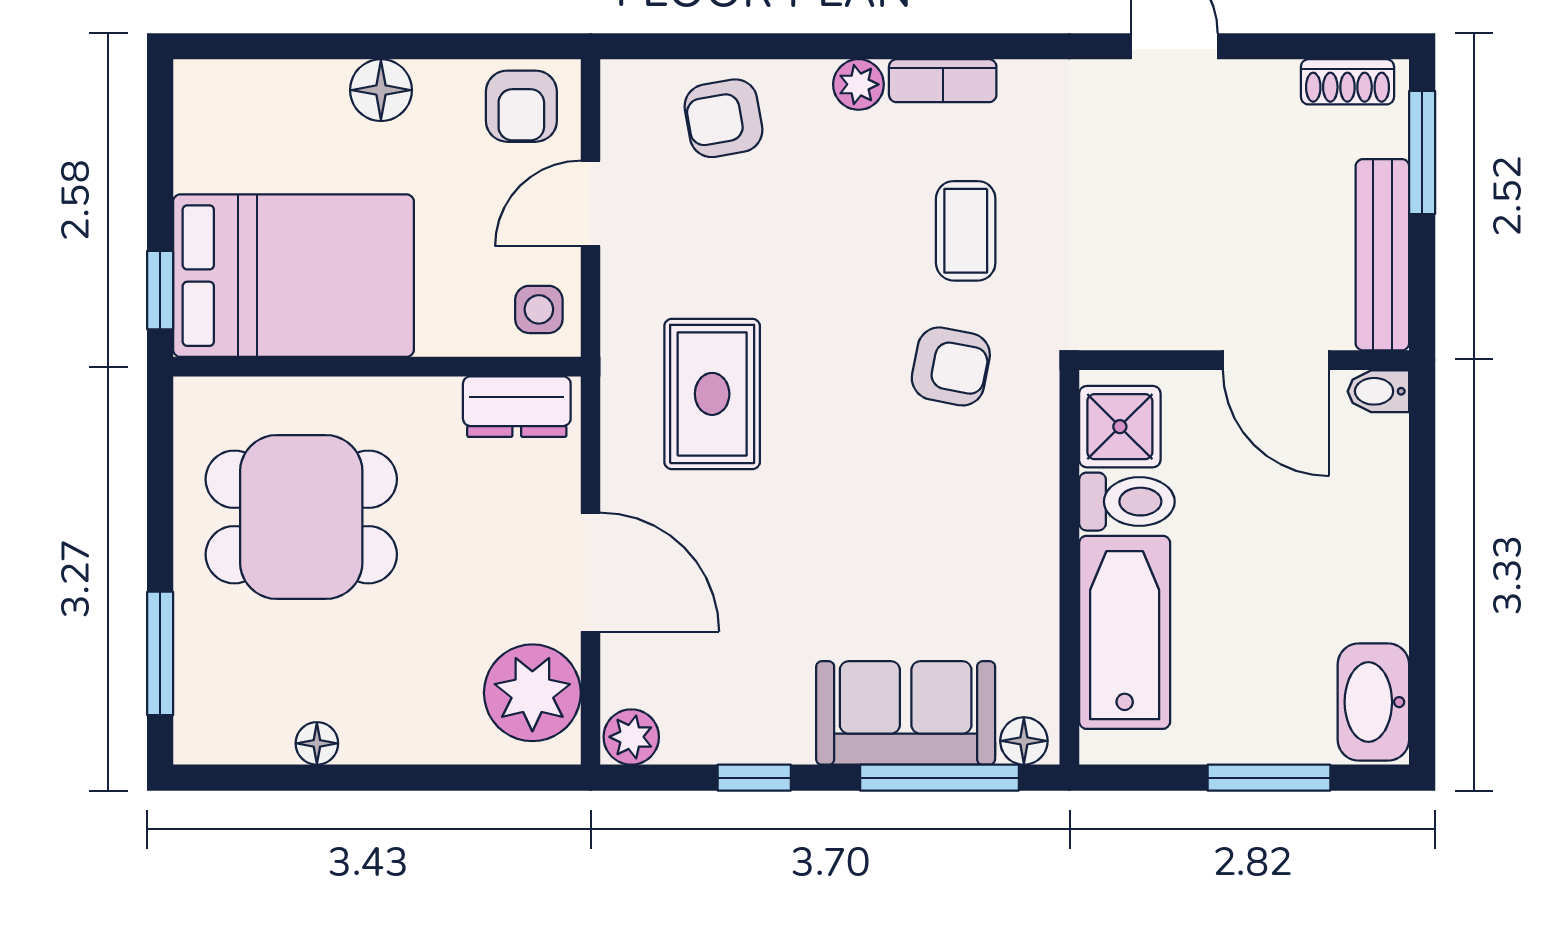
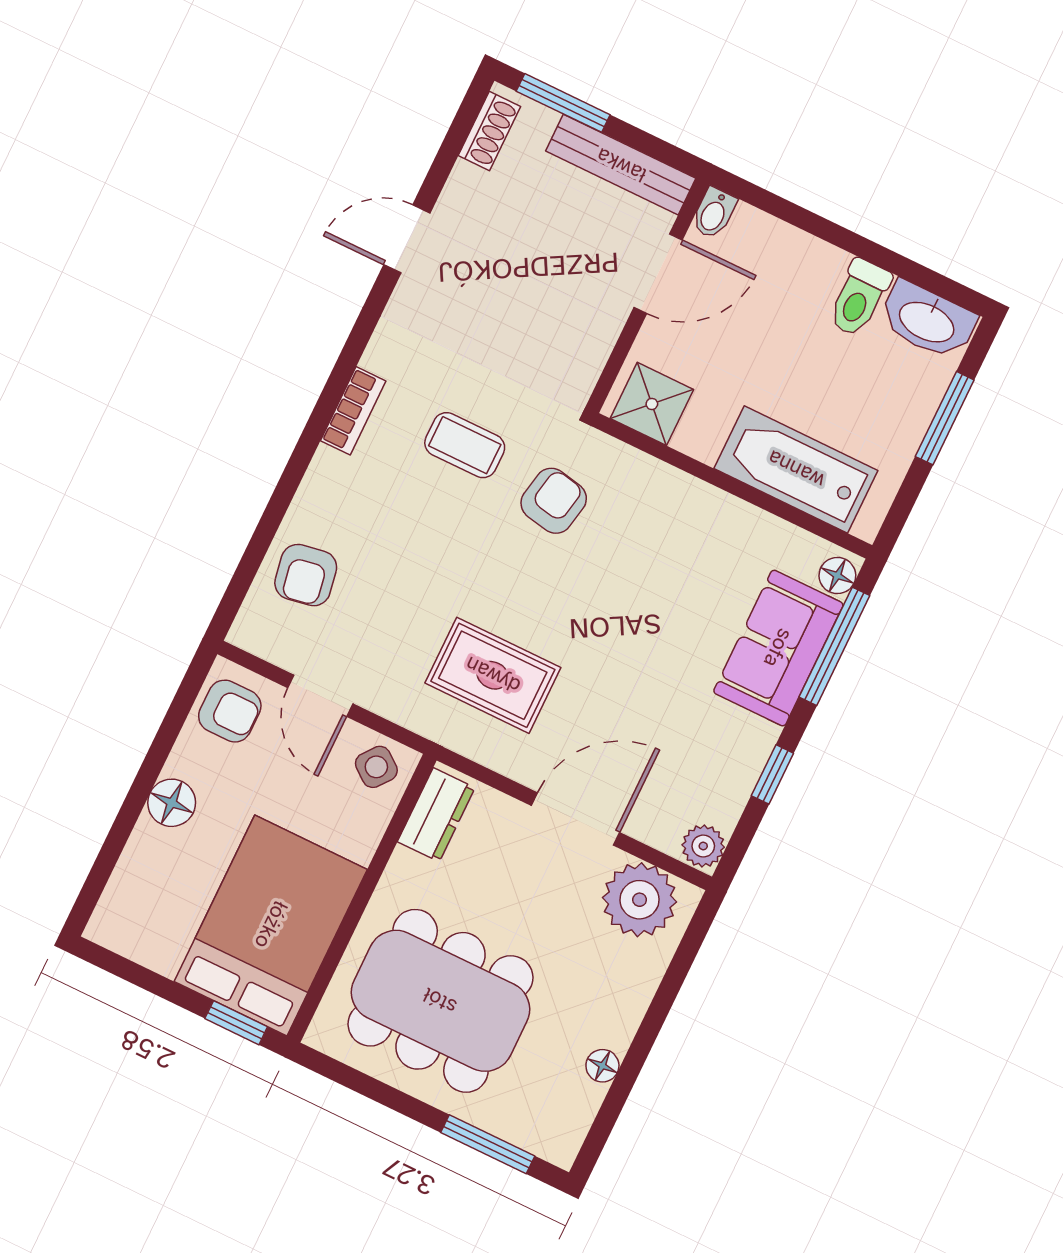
plant: (858, 84) -> (328, 470), removed
side table: (539, 309) -> (376, 767), turned 38
toilet: (1127, 502) -> (859, 298), moved, turned 180
dining table: (301, 517) -> (440, 1001), width x1.38

